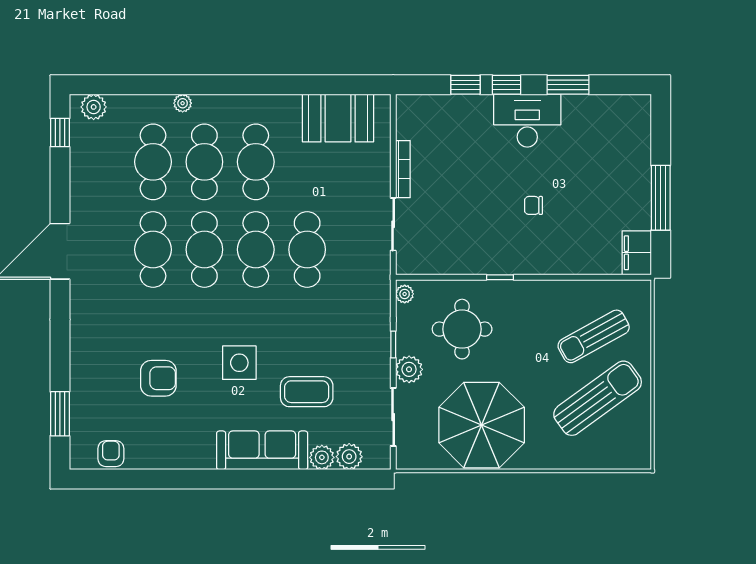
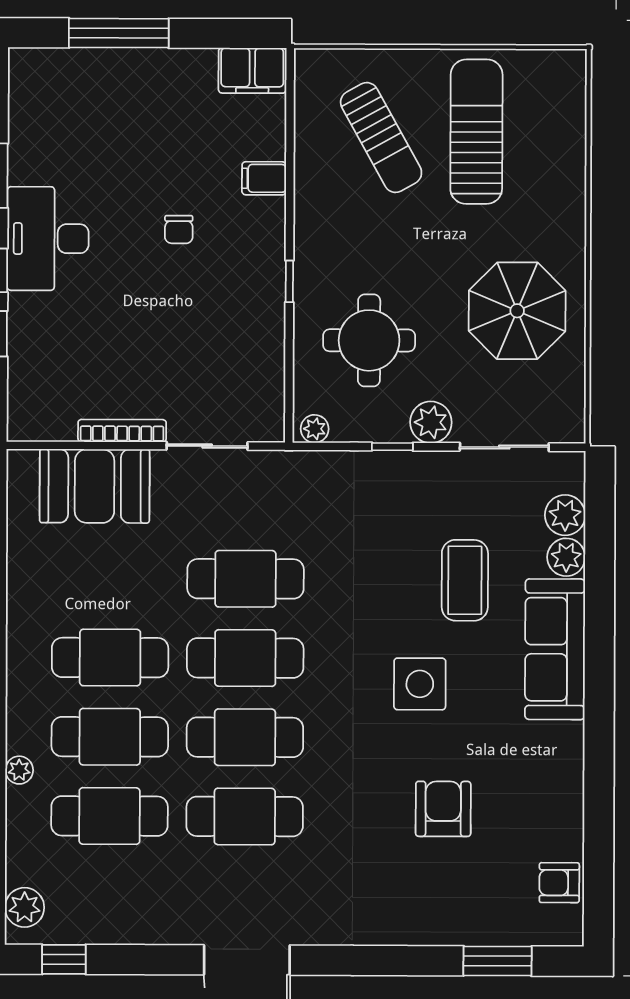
booth: (338, 118) -> (95, 486), moved, turned 90
window: (661, 198) -> (119, 33), moved
filing cabinet: (567, 261) -> (264, 178), added
sun lounger: (598, 398) -> (476, 132), turned 36
parasol: (482, 425) -> (517, 311), width x0.73, depth x0.73

